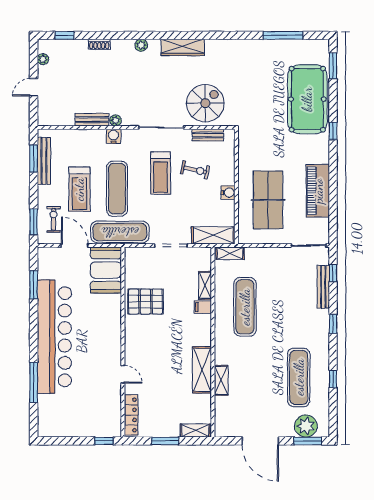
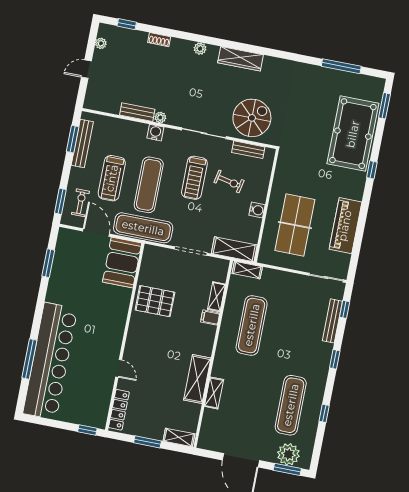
bar counter: (54, 337) -> (50, 361), moved

